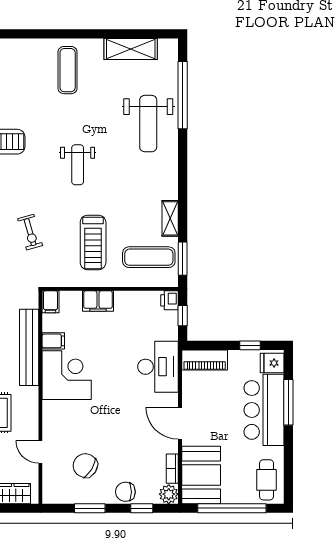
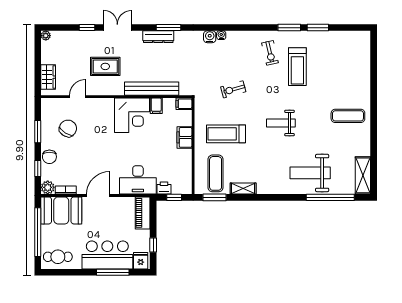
shelving: (131, 49) -> (363, 175), moved
printer: (169, 300) -> (164, 188), moved
chair: (125, 492) -> (49, 157), turned 180

